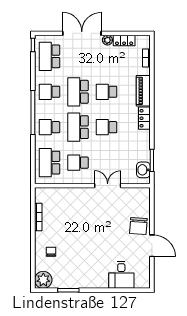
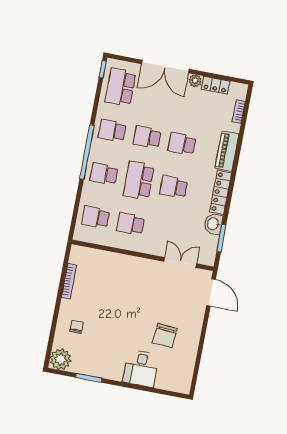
double door: (82, 33) -> (165, 66), swing flipped
school desk: (78, 92) -> (147, 137), width x0.54
locker: (144, 118) -> (221, 192), width x1.53
school desk: (50, 163) -> (96, 217), width x0.54
washbasin: (143, 170) -> (213, 224), moved
double door: (108, 186) -> (180, 263), moved
chair: (138, 226) -> (165, 336), moved
door: (152, 246) -> (211, 292), moved
desk: (121, 275) -> (141, 368), moved

